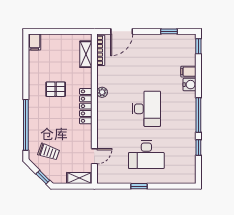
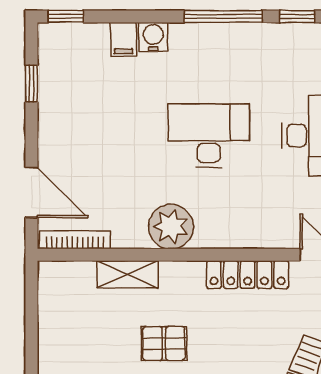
shelving: (86, 54) -> (128, 274), moved
pallet: (56, 89) -> (164, 343), turned 90
plant: (102, 92) -> (171, 227), width x1.88, depth x1.88
locker: (86, 106) -> (248, 274), moved

